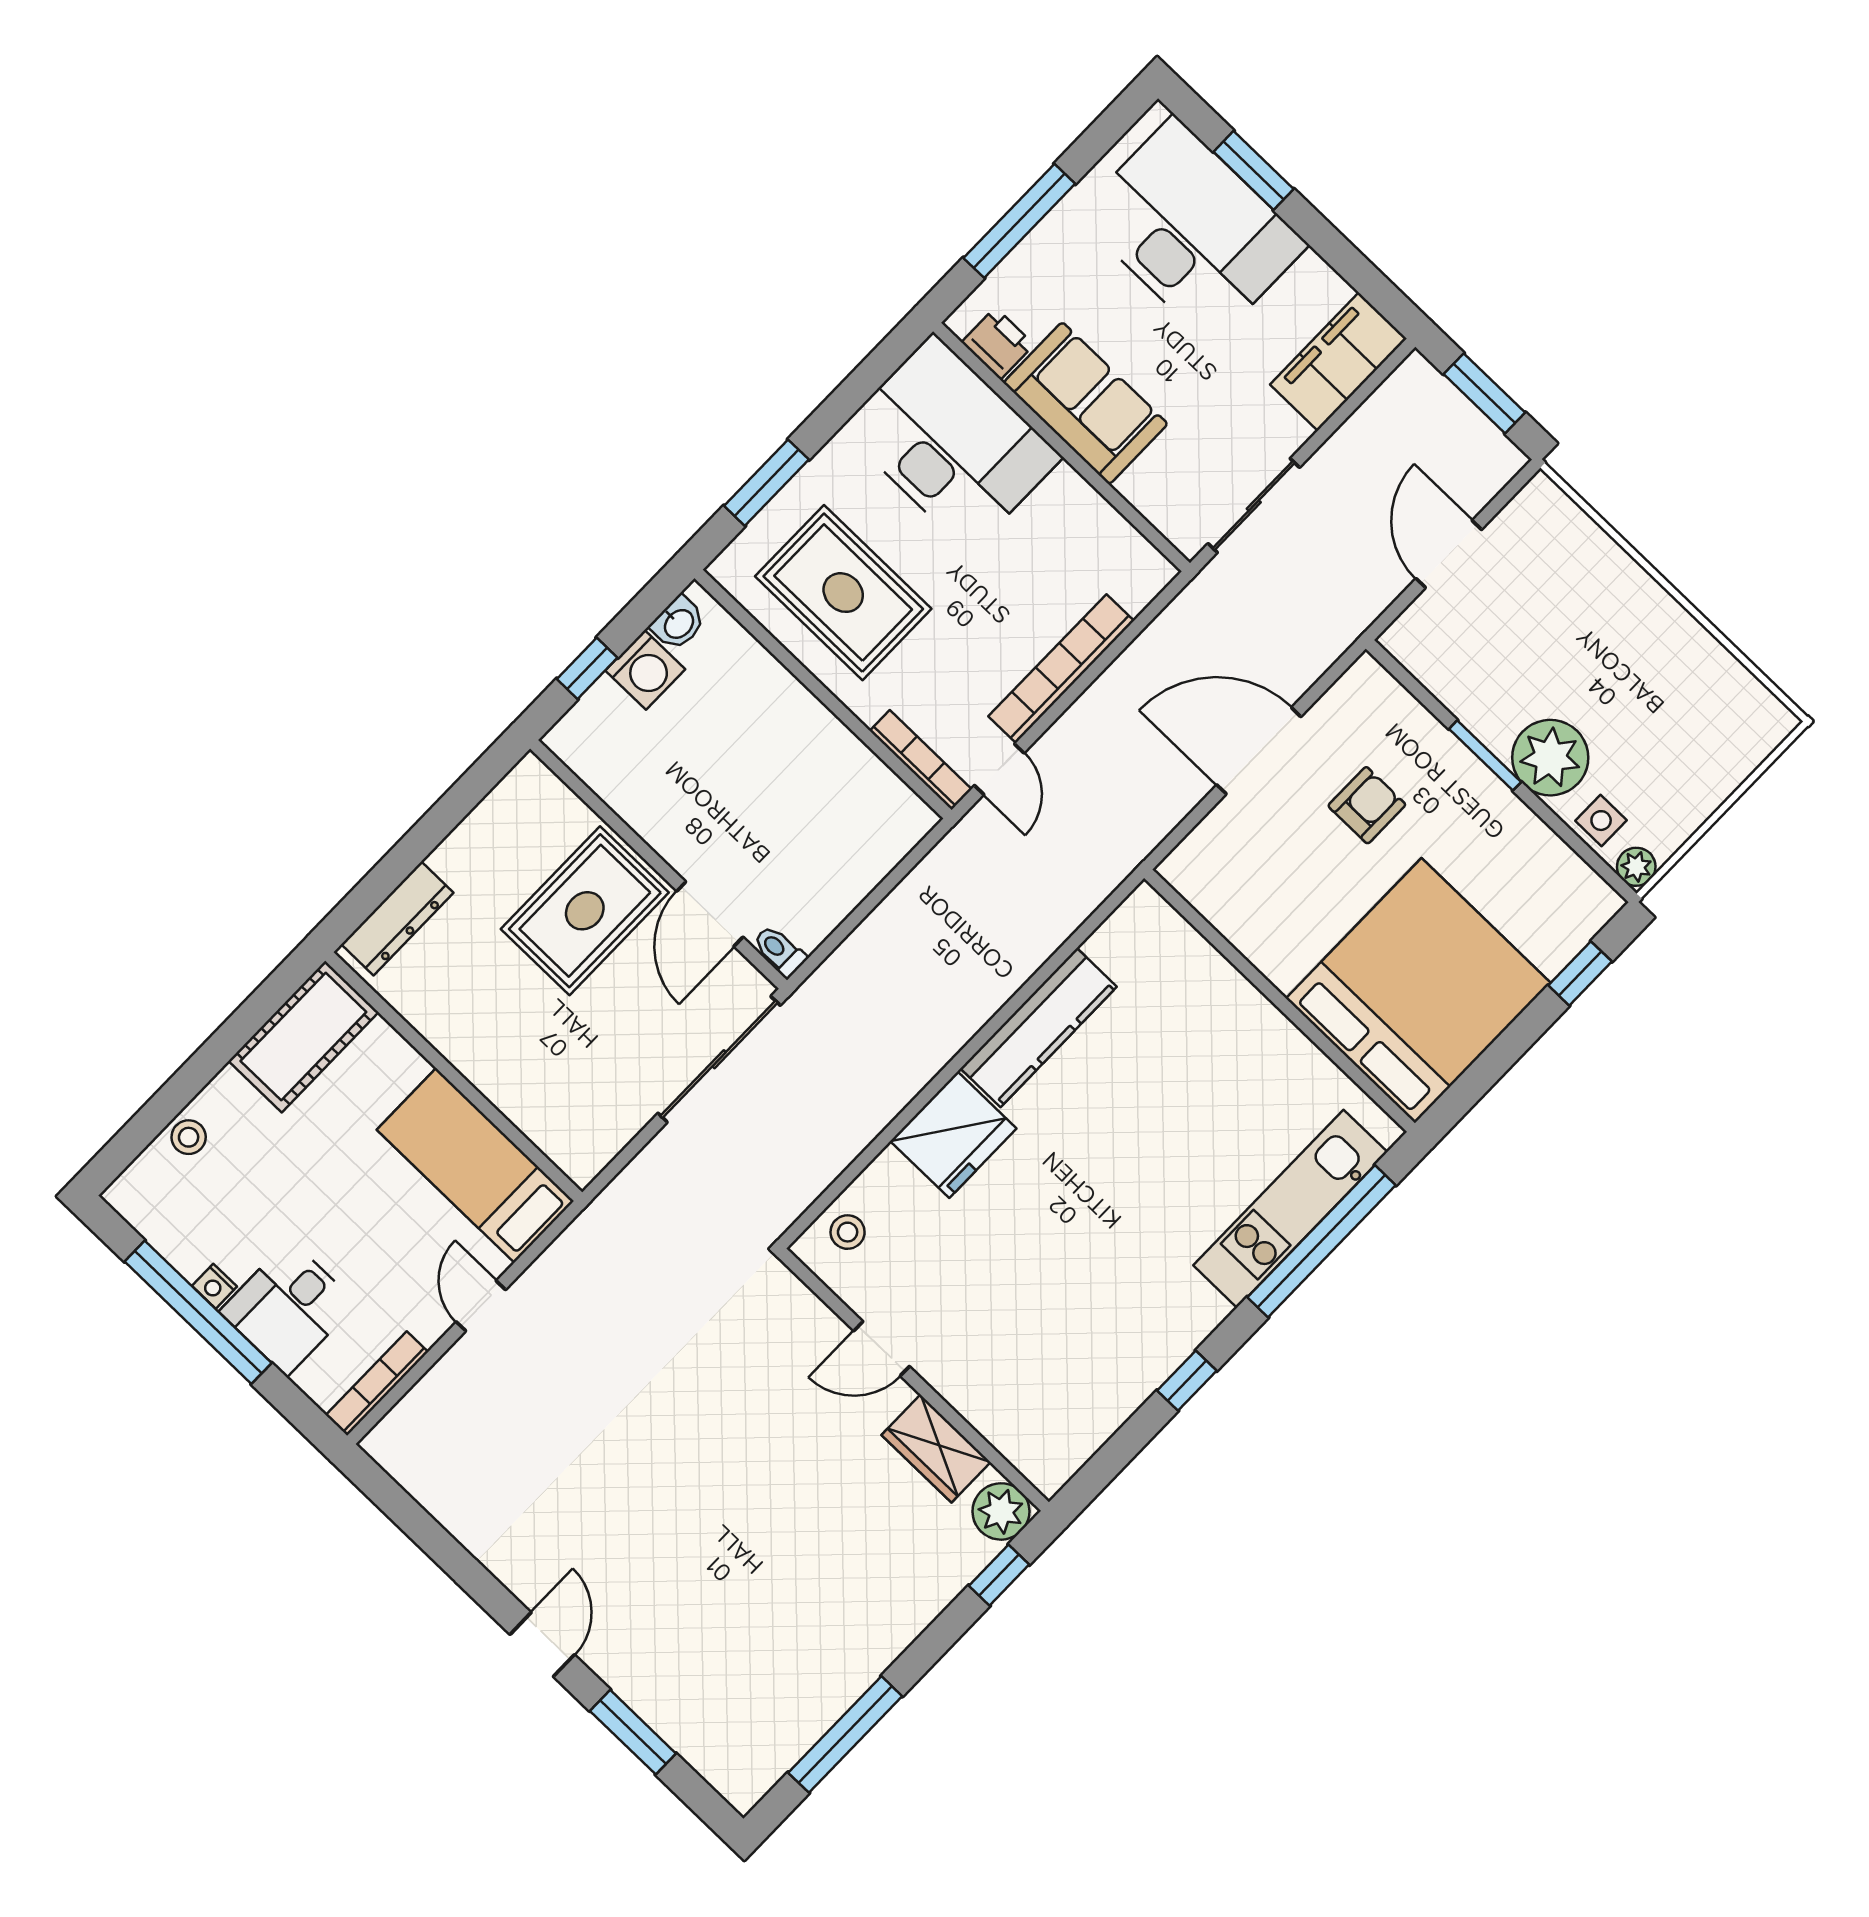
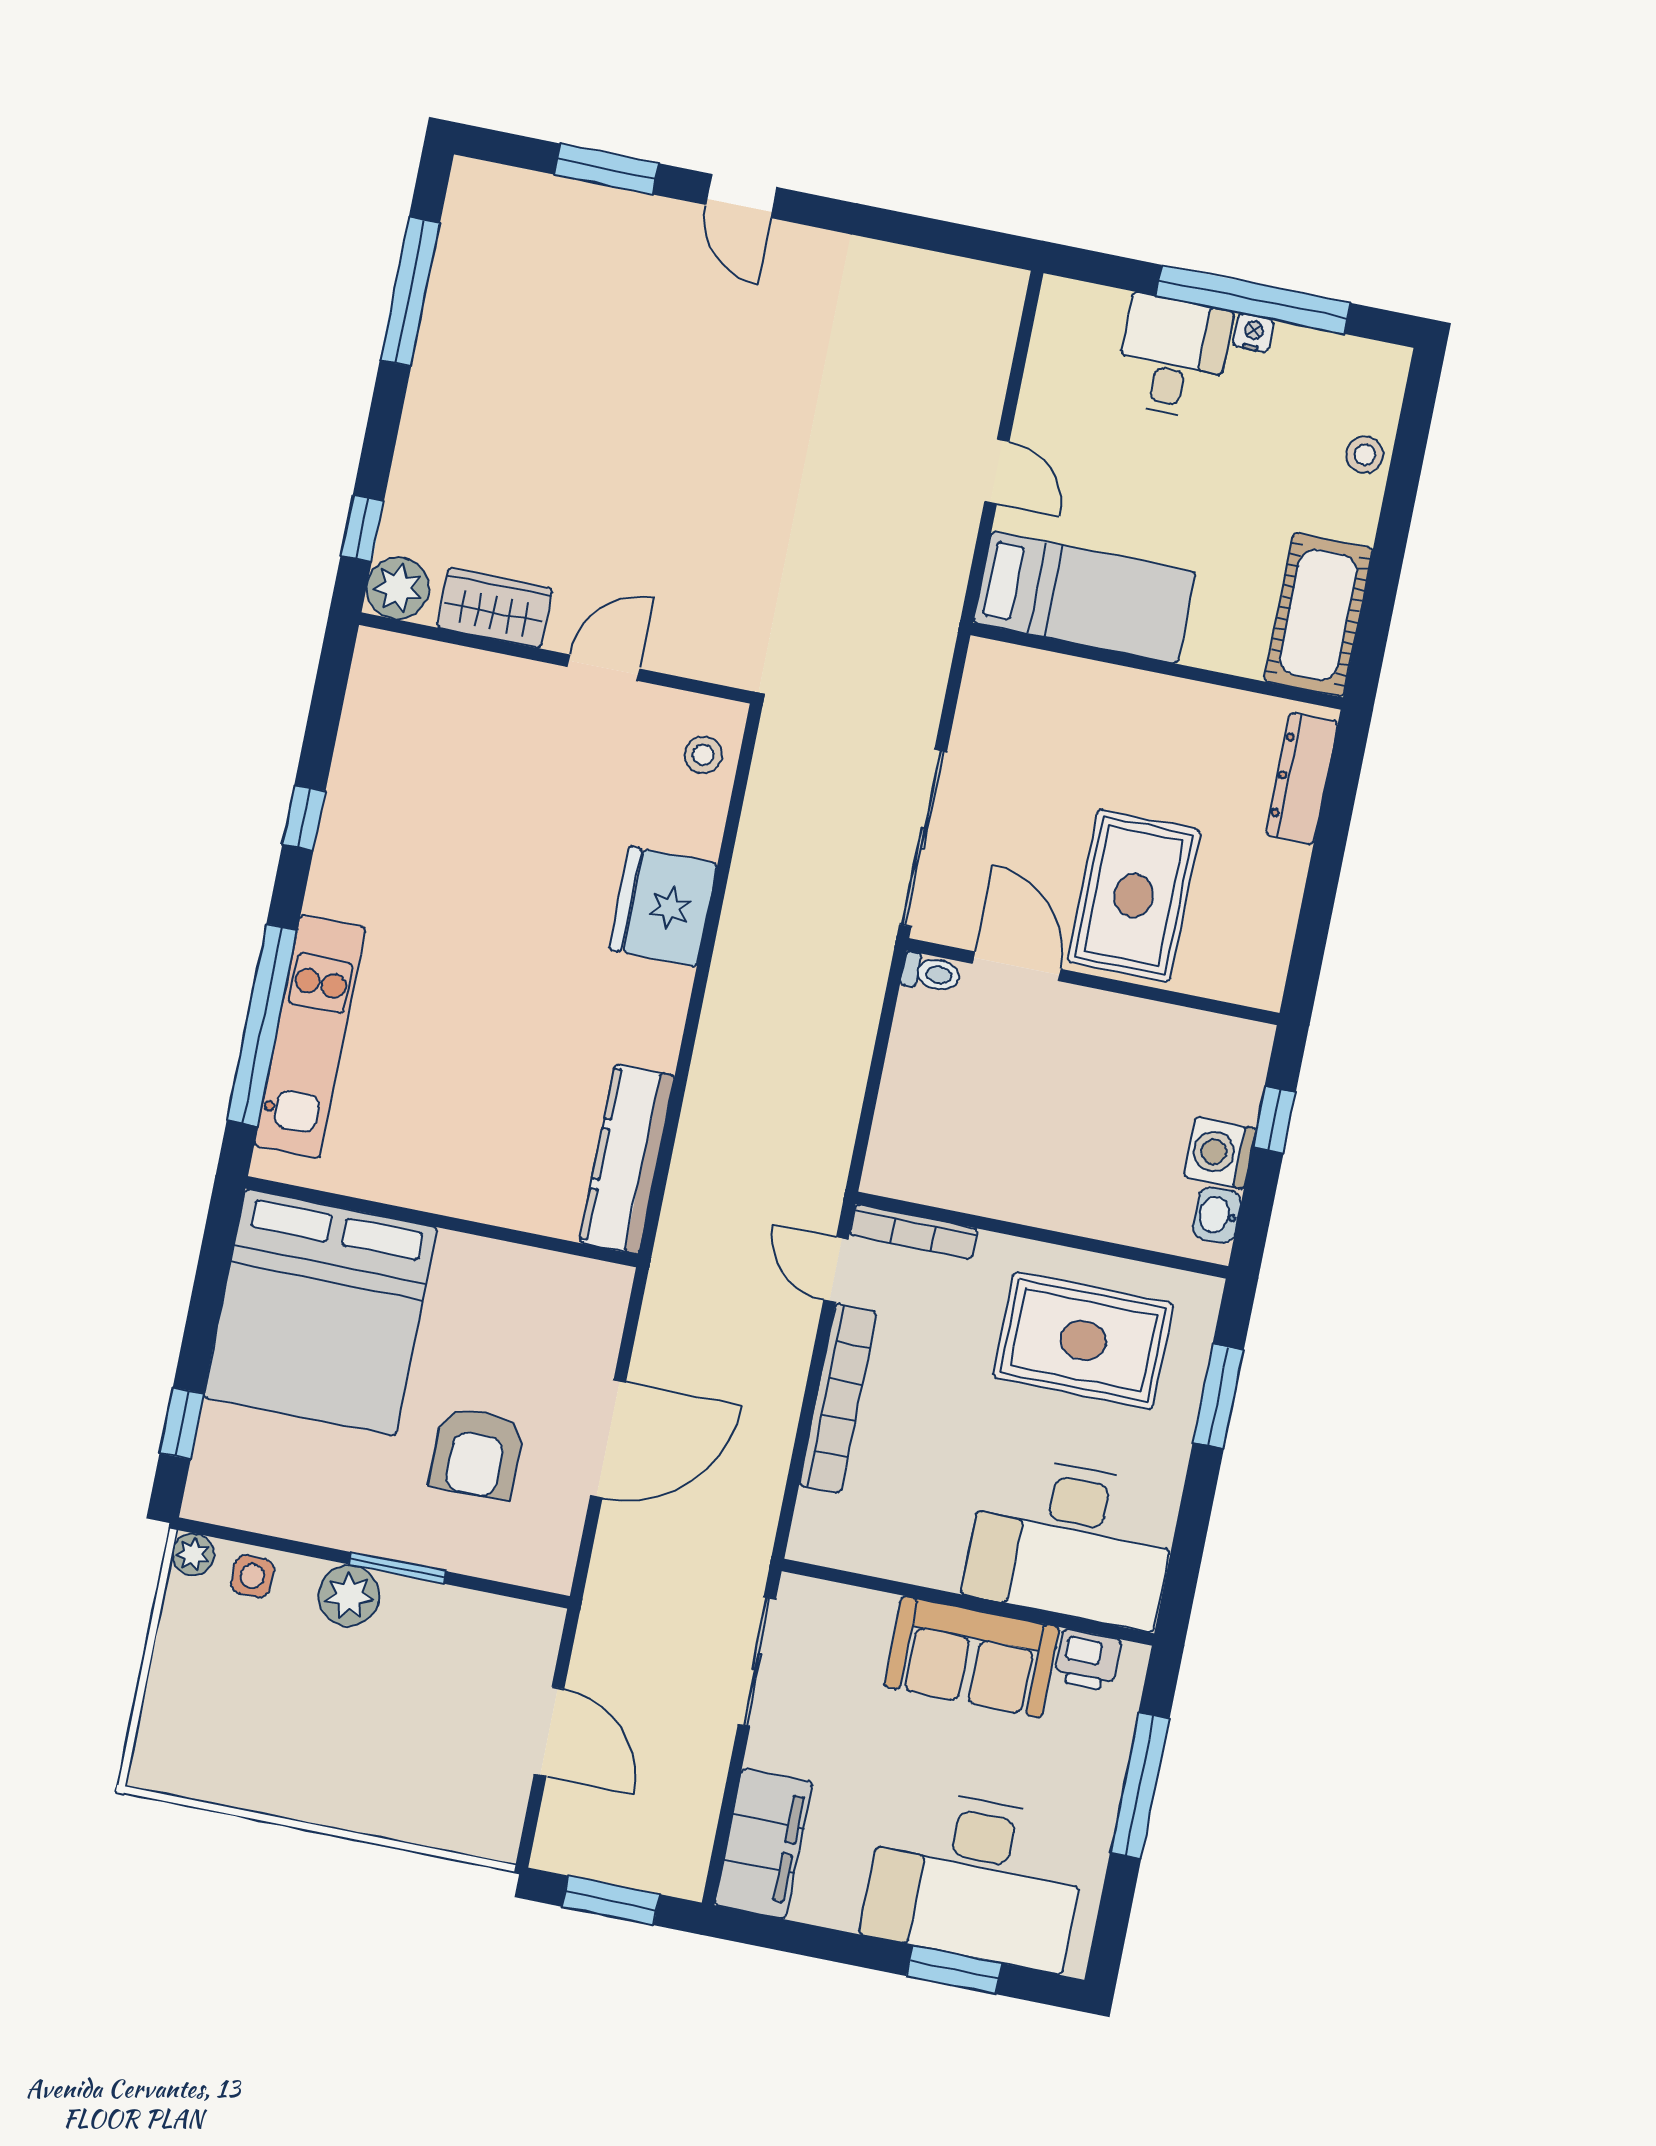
plant: (1550, 758) -> (349, 1596), width x0.73, depth x0.73
armchair: (1367, 805) -> (477, 1453), width x1.38, depth x1.38
kitchen counter: (1039, 1028) -> (627, 1159), moved
bookcase: (377, 1384) -> (1047, 339), removed

